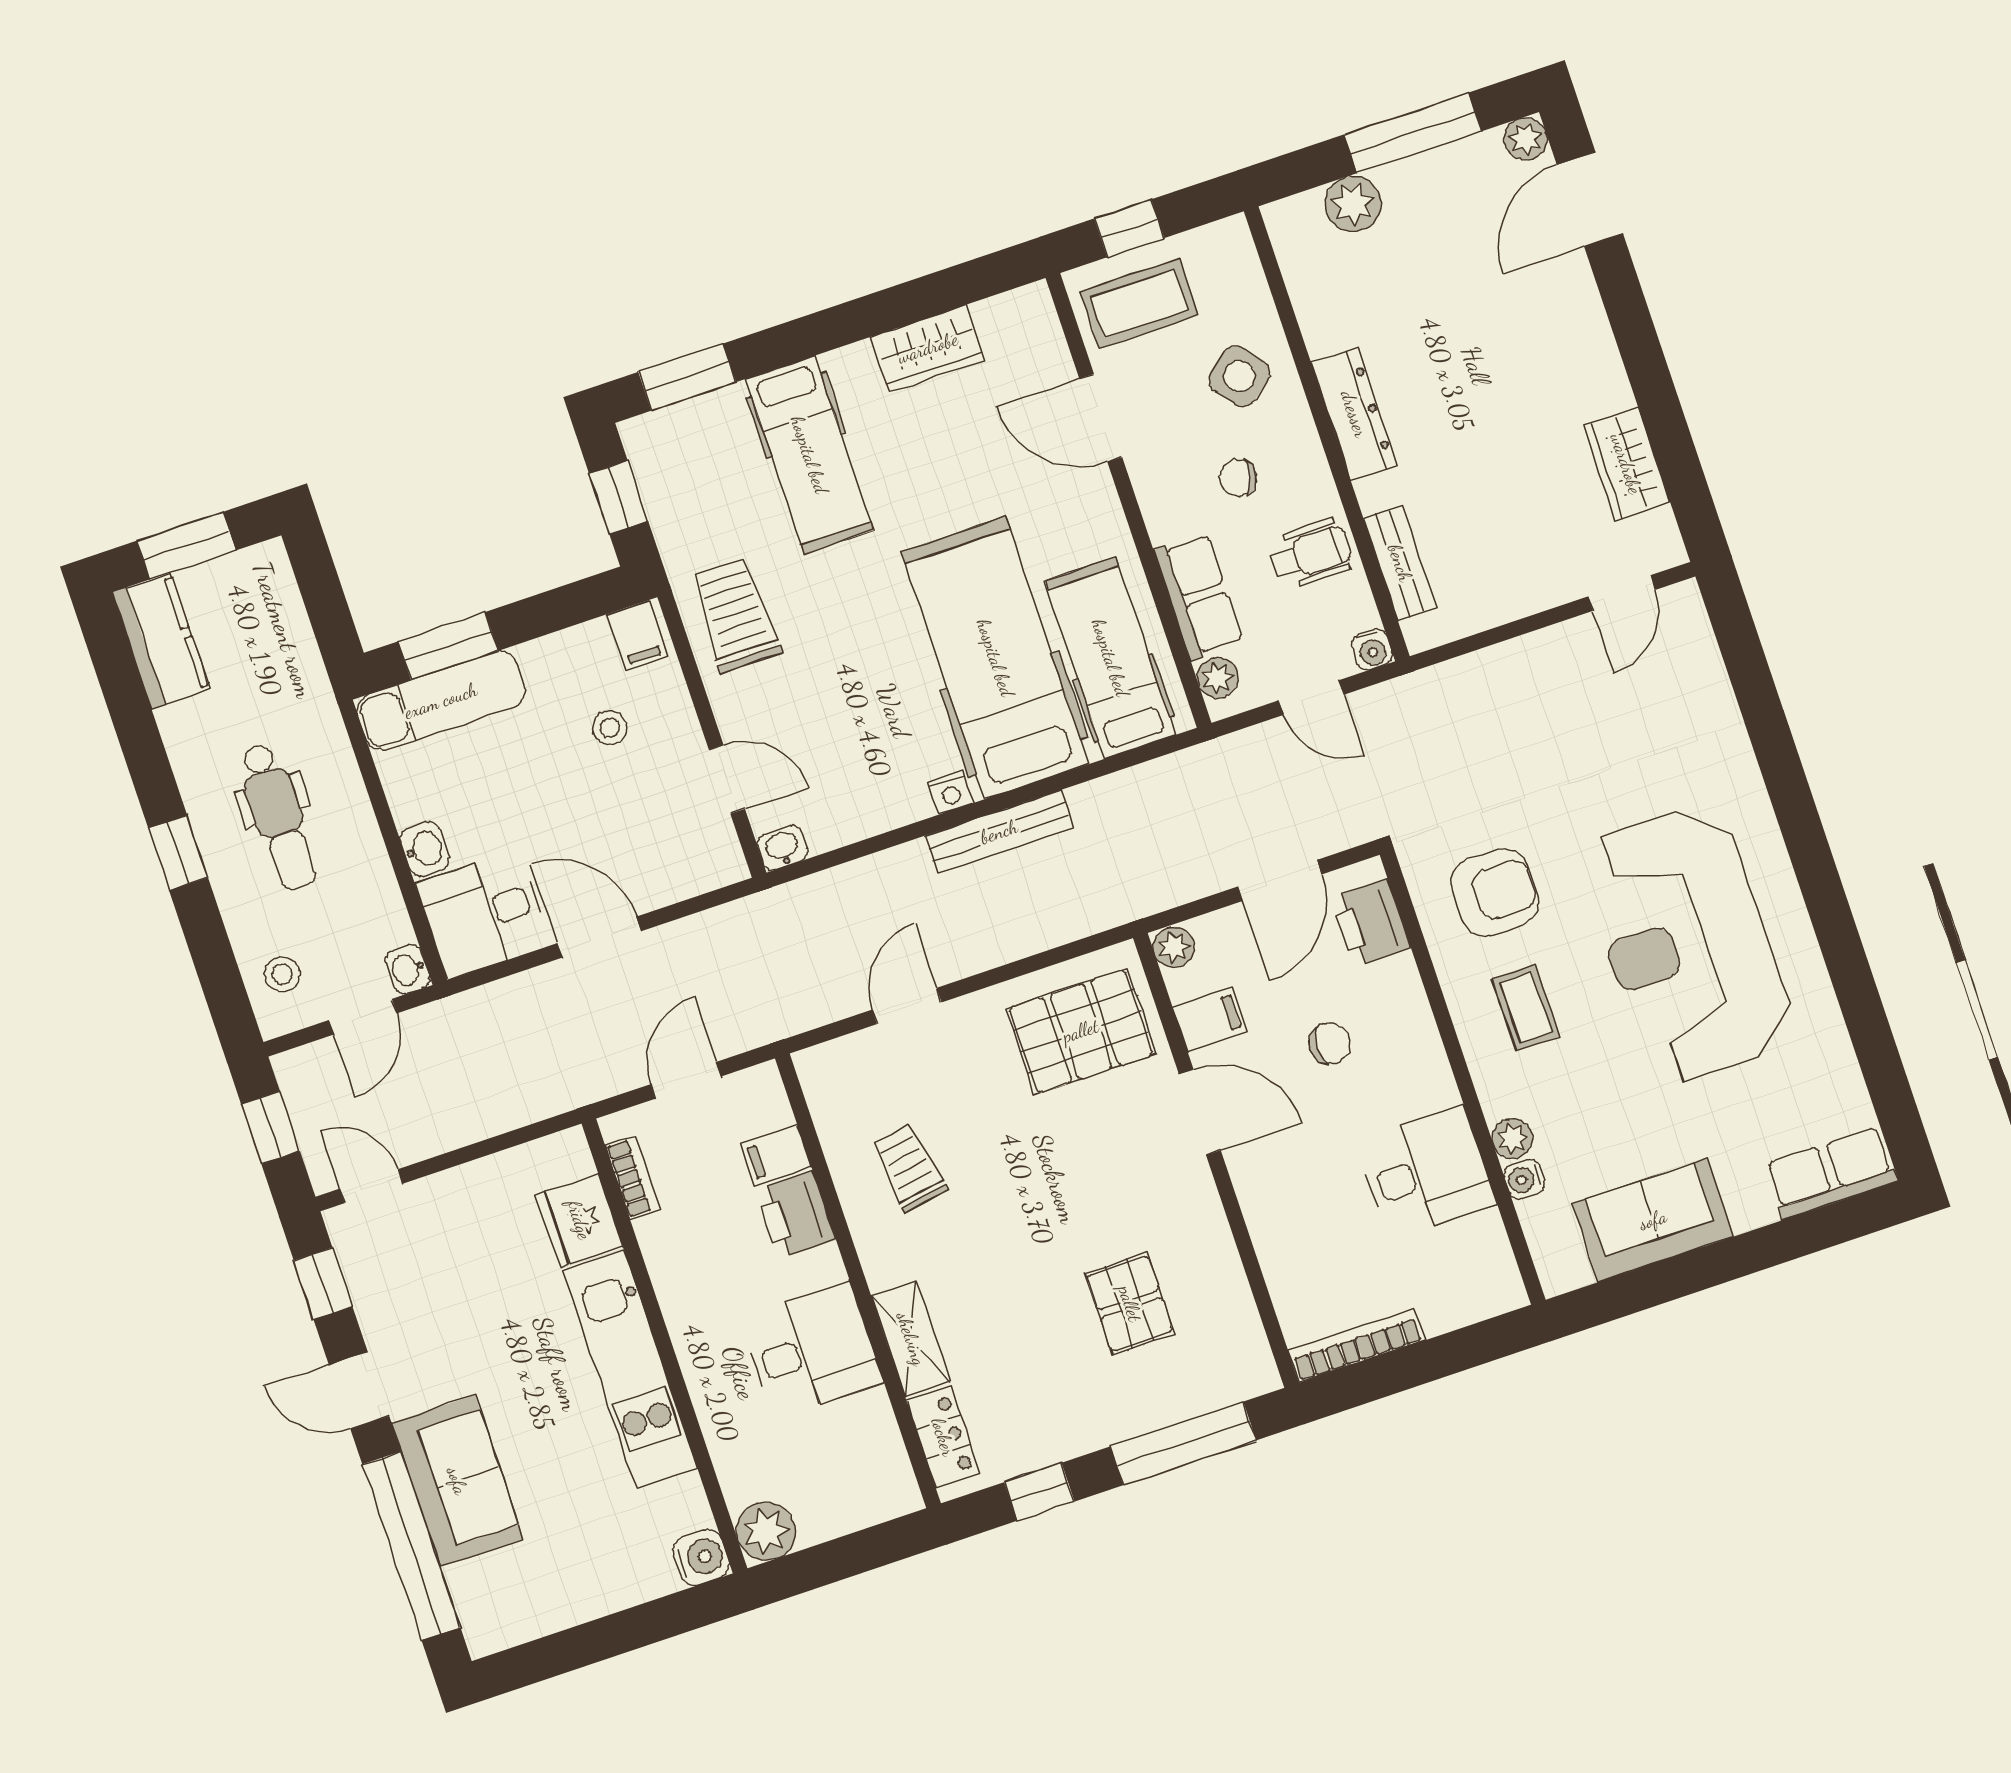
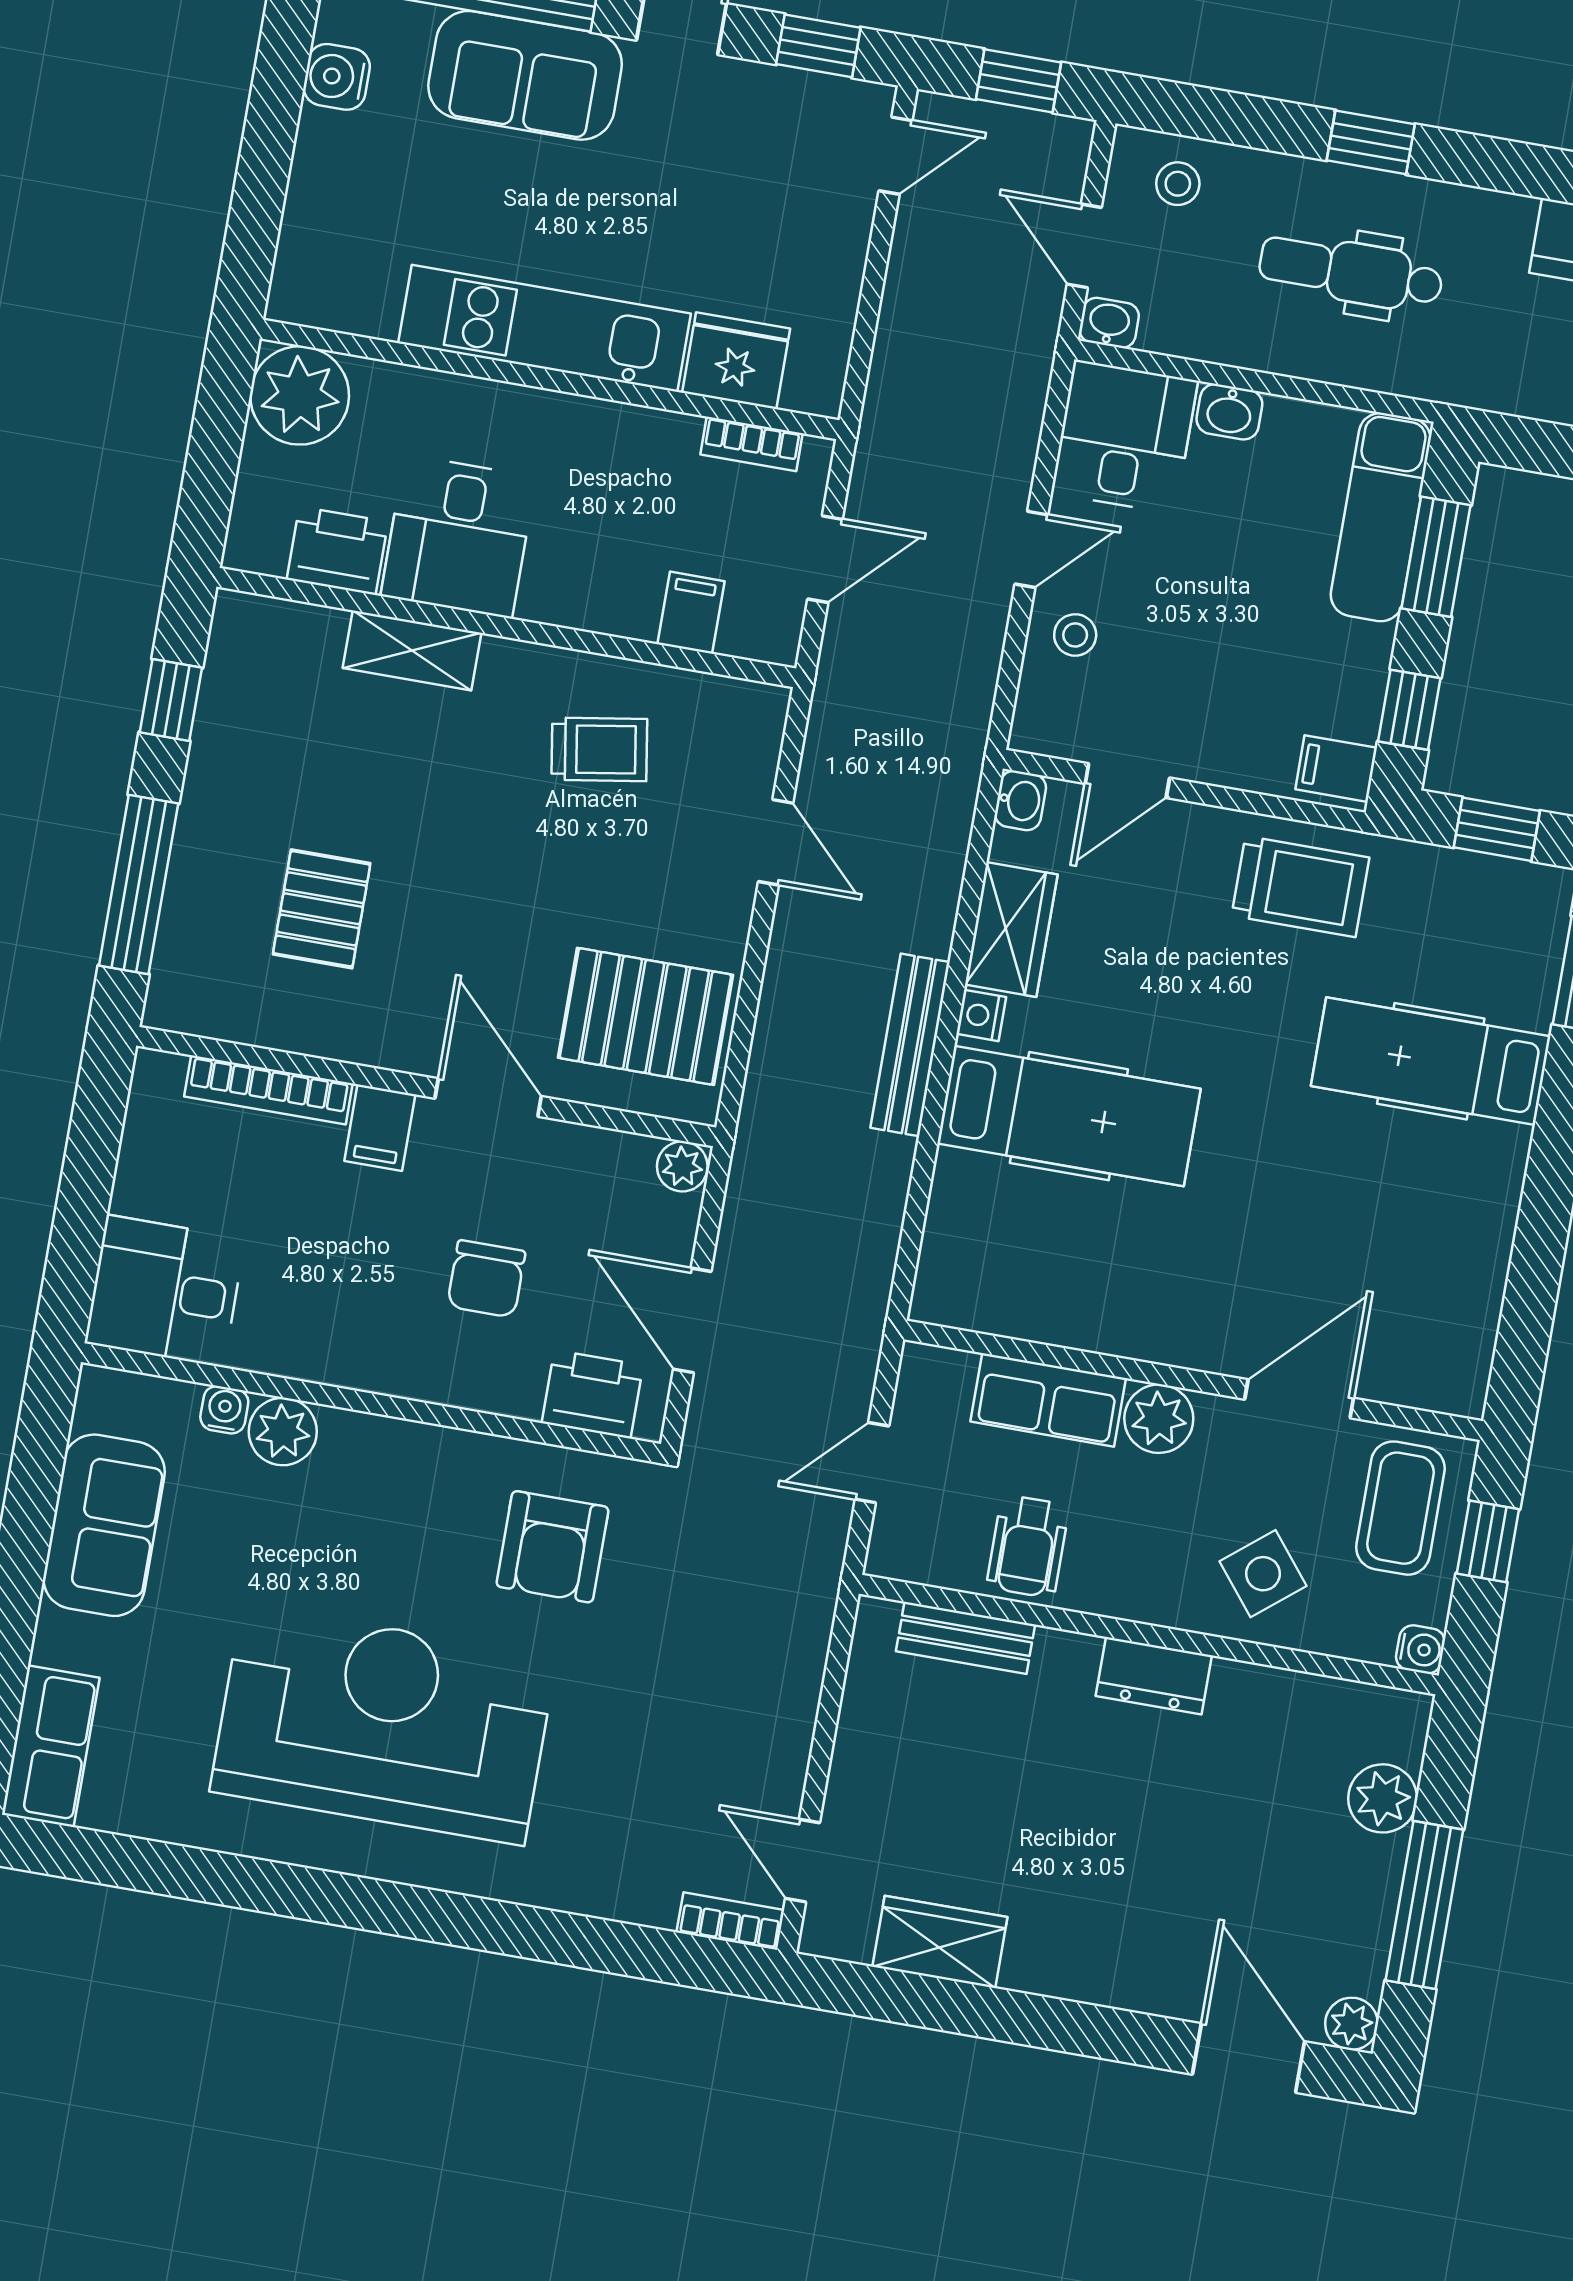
wardrobe: (928, 348) -> (1011, 929), moved, turned 180
dresser: (1354, 414) -> (1154, 1676), width x0.70
chair: (1238, 478) -> (1153, 1512), removed
window: (567, 606) -> (1409, 710), added
bookcase: (1693, 621) -> (730, 1921), added
water cooler: (1372, 650) -> (1420, 1649), moved, turned 180
hospital bed: (995, 658) -> (1069, 1116), width x0.73, depth x0.78
hospital bed: (1110, 658) -> (1033, 1268), removed
plant: (1218, 678) -> (1159, 1419), moved, width x1.38, depth x1.38
stool: (610, 728) -> (1075, 635), moved
door: (599, 937) -> (1031, 549), width x0.73
coffee table: (1526, 1008) -> (409, 1512), removed
filing cabinet: (1210, 1020) -> (380, 1128), moved
pallet: (1081, 1031) -> (646, 1016), turned 90
chair: (1330, 1043) -> (486, 1279), width x1.37, depth x1.37
door: (686, 1080) -> (825, 559), hinge flipped
door: (1200, 1112) -> (488, 1097), swing flipped
plant: (1512, 1139) -> (283, 1432), width x1.38, depth x1.38
desk: (1426, 1172) -> (165, 1291), moved, turned 90
printer: (796, 1215) -> (337, 551), moved
pallet: (1130, 1304) -> (322, 909), turned 90
bookcase: (1356, 1346) -> (268, 1090), moved, turned 90
locker: (943, 1437) -> (287, 628), removed
plant: (766, 1531) -> (300, 395), width x1.36, depth x1.36
water cooler: (701, 1558) -> (337, 77), moved, turned 90

